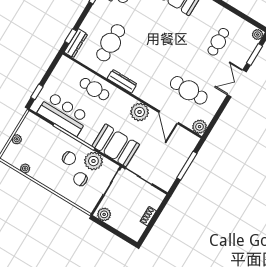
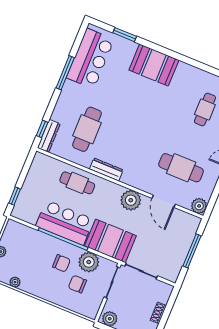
bar counter: (63, 114) -> (65, 223), moved

